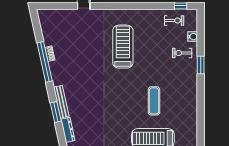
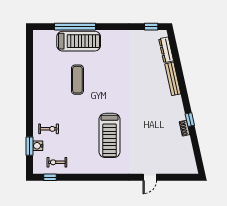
window: (45, 62) -> (190, 120), width x0.32
window: (201, 65) -> (30, 146), moved
window: (56, 112) -> (178, 68), removed

